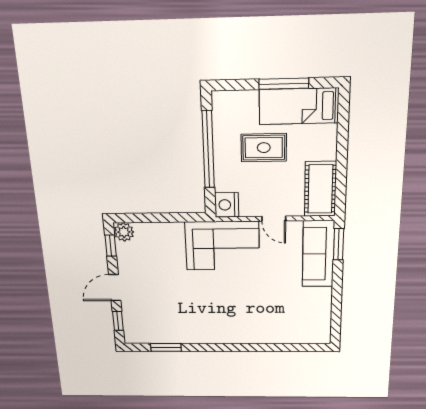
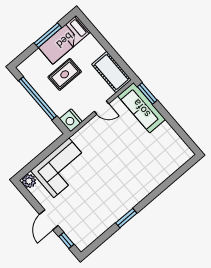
window: (111, 246) -> (28, 195), removed
corner sofa: (222, 246) -> (61, 168), moved
window: (166, 347) -> (126, 218), moved

